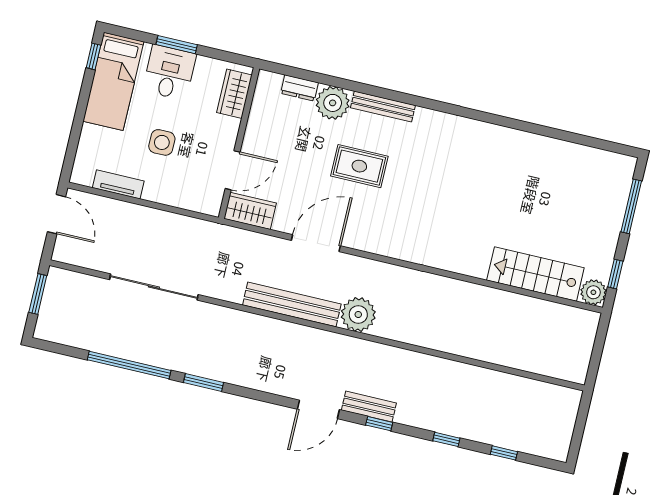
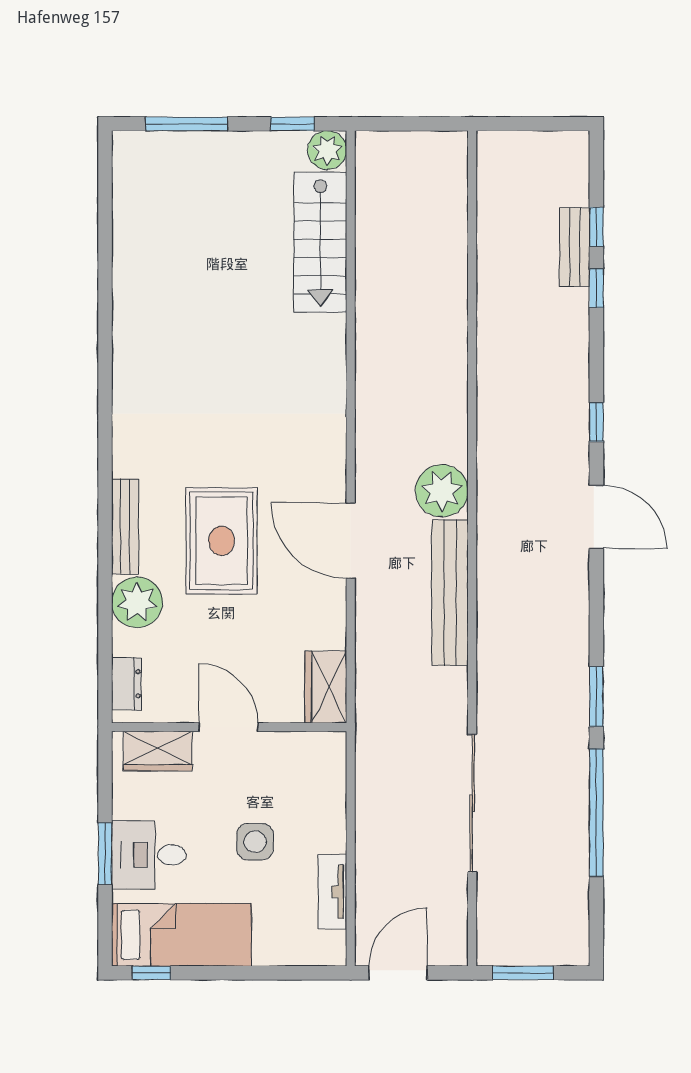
dresser: (300, 88) -> (126, 684), moved
rug: (359, 166) -> (222, 541), width x1.36, depth x1.43
door: (233, 170) -> (229, 727), moved
door: (316, 243) -> (351, 541), moved
bench: (369, 407) -> (574, 247), moved
window: (446, 439) -> (596, 288), moved

